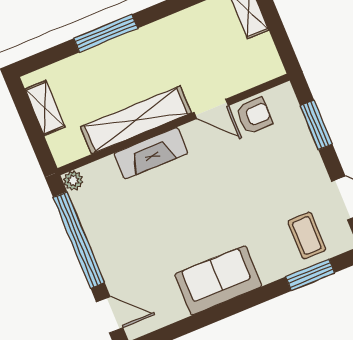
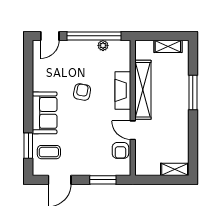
door: (211, 109) -> (133, 130), hinge flipped
plant: (73, 181) -> (103, 45), moved
armchair: (182, 221) -> (82, 92), added
sofa: (218, 280) -> (45, 113), moved

